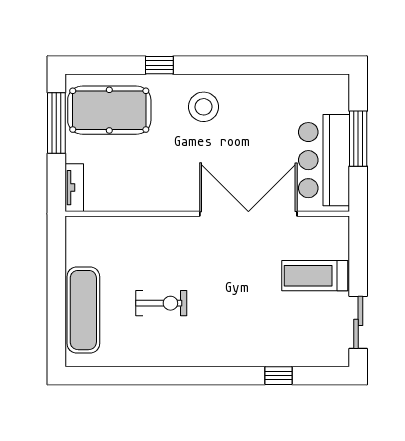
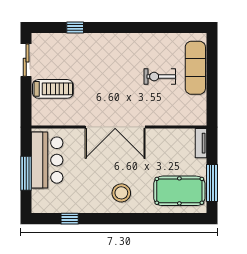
window: (159, 65) -> (70, 219), moved
double door: (248, 214) -> (115, 127), moved
exercise bike: (161, 303) -> (160, 77), moved

